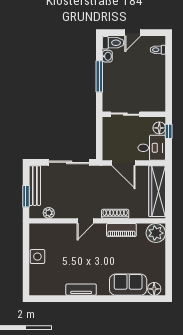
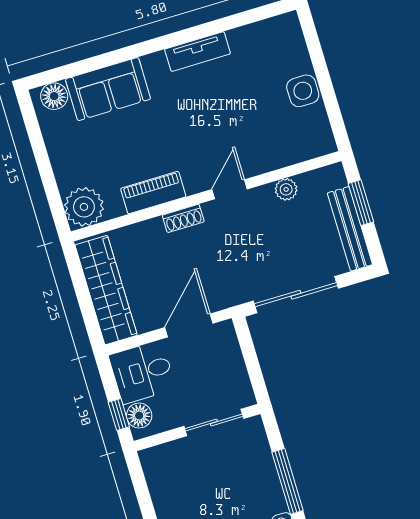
door: (123, 163) -> (189, 325), hinge flipped
plant: (49, 213) -> (286, 189), moved
shoe rack: (115, 214) -> (183, 218), width x0.70

